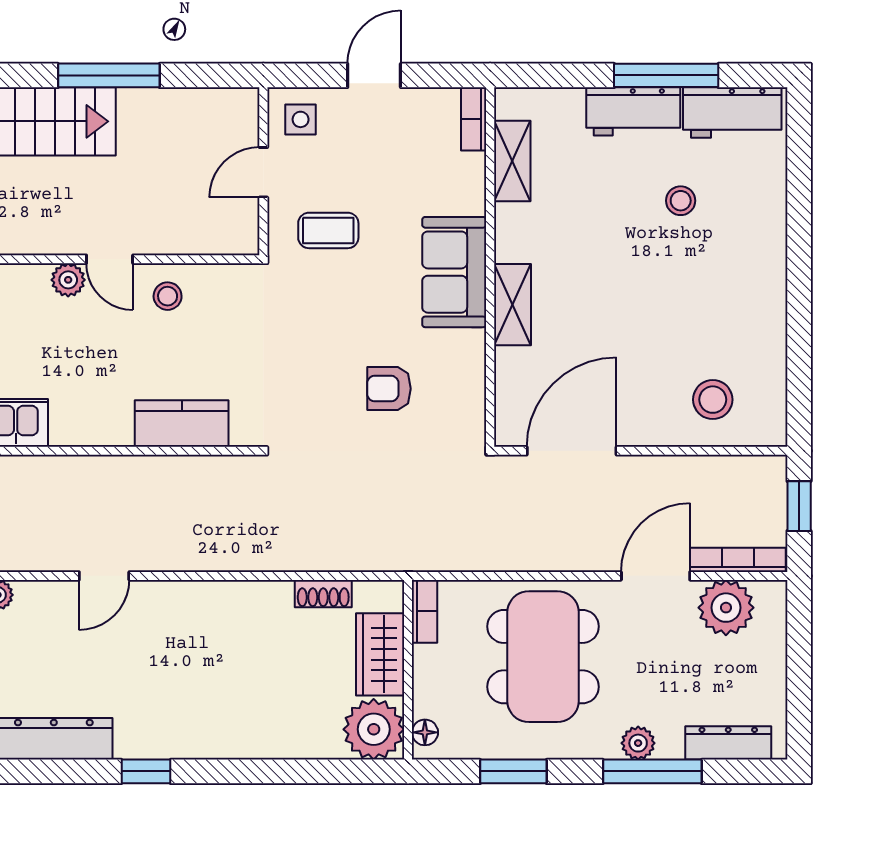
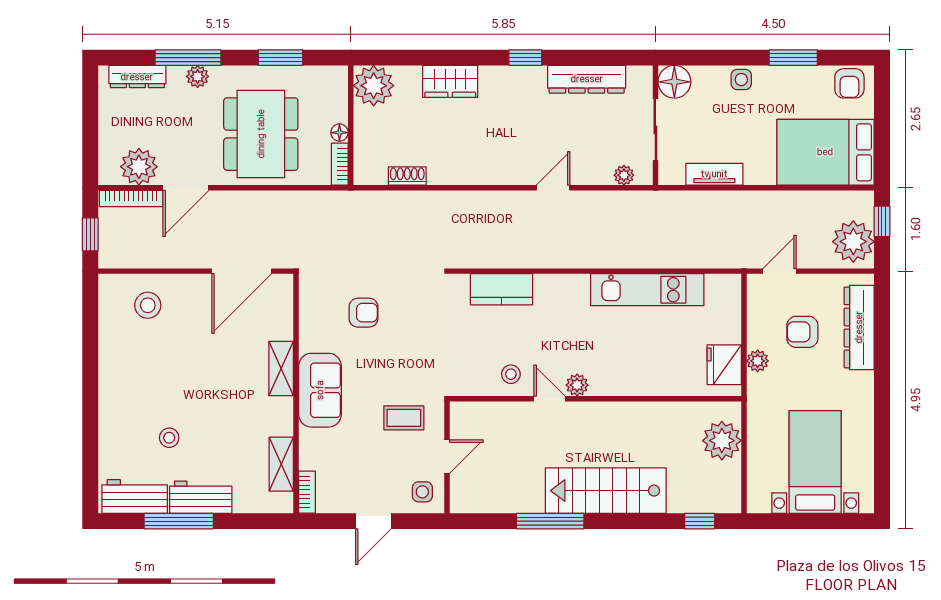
wardrobe: (380, 654) -> (450, 81), moved, turned 90
floor lamp: (425, 732) -> (339, 133), moved

